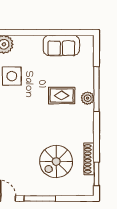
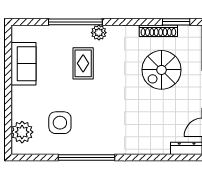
plant: (88, 98) -> (99, 33), moved
spiral stairs: (56, 161) -> (161, 70), turned 90

